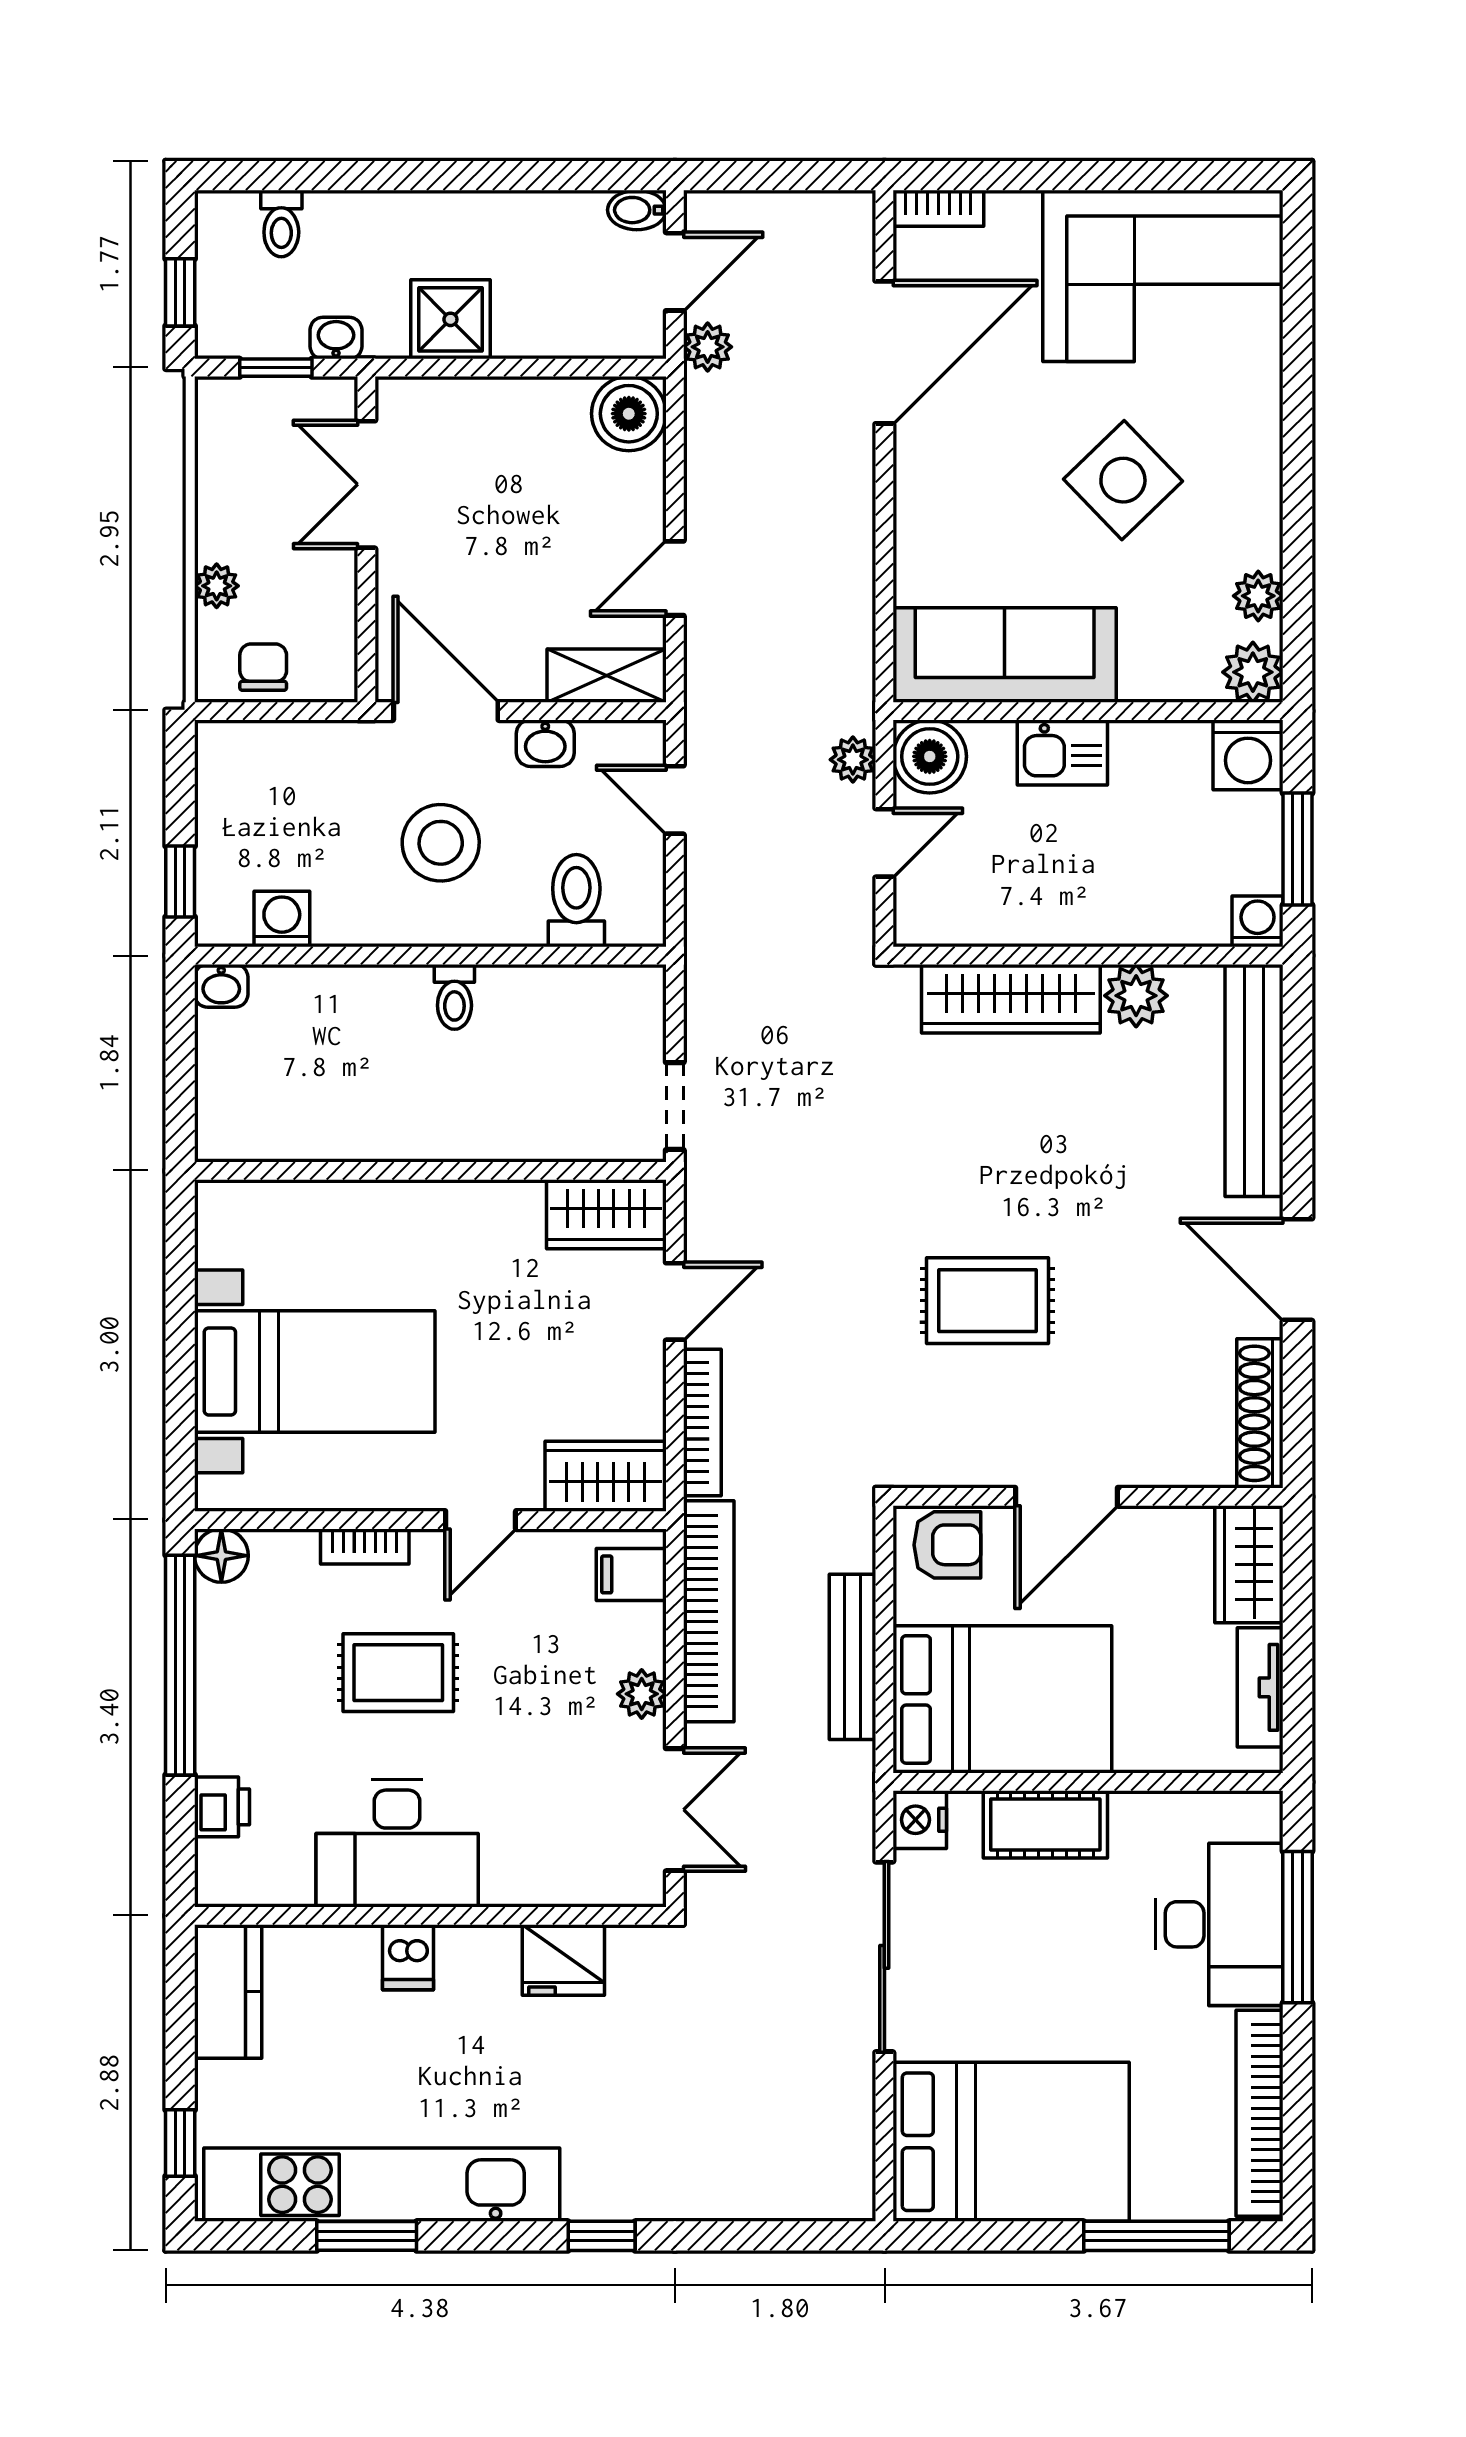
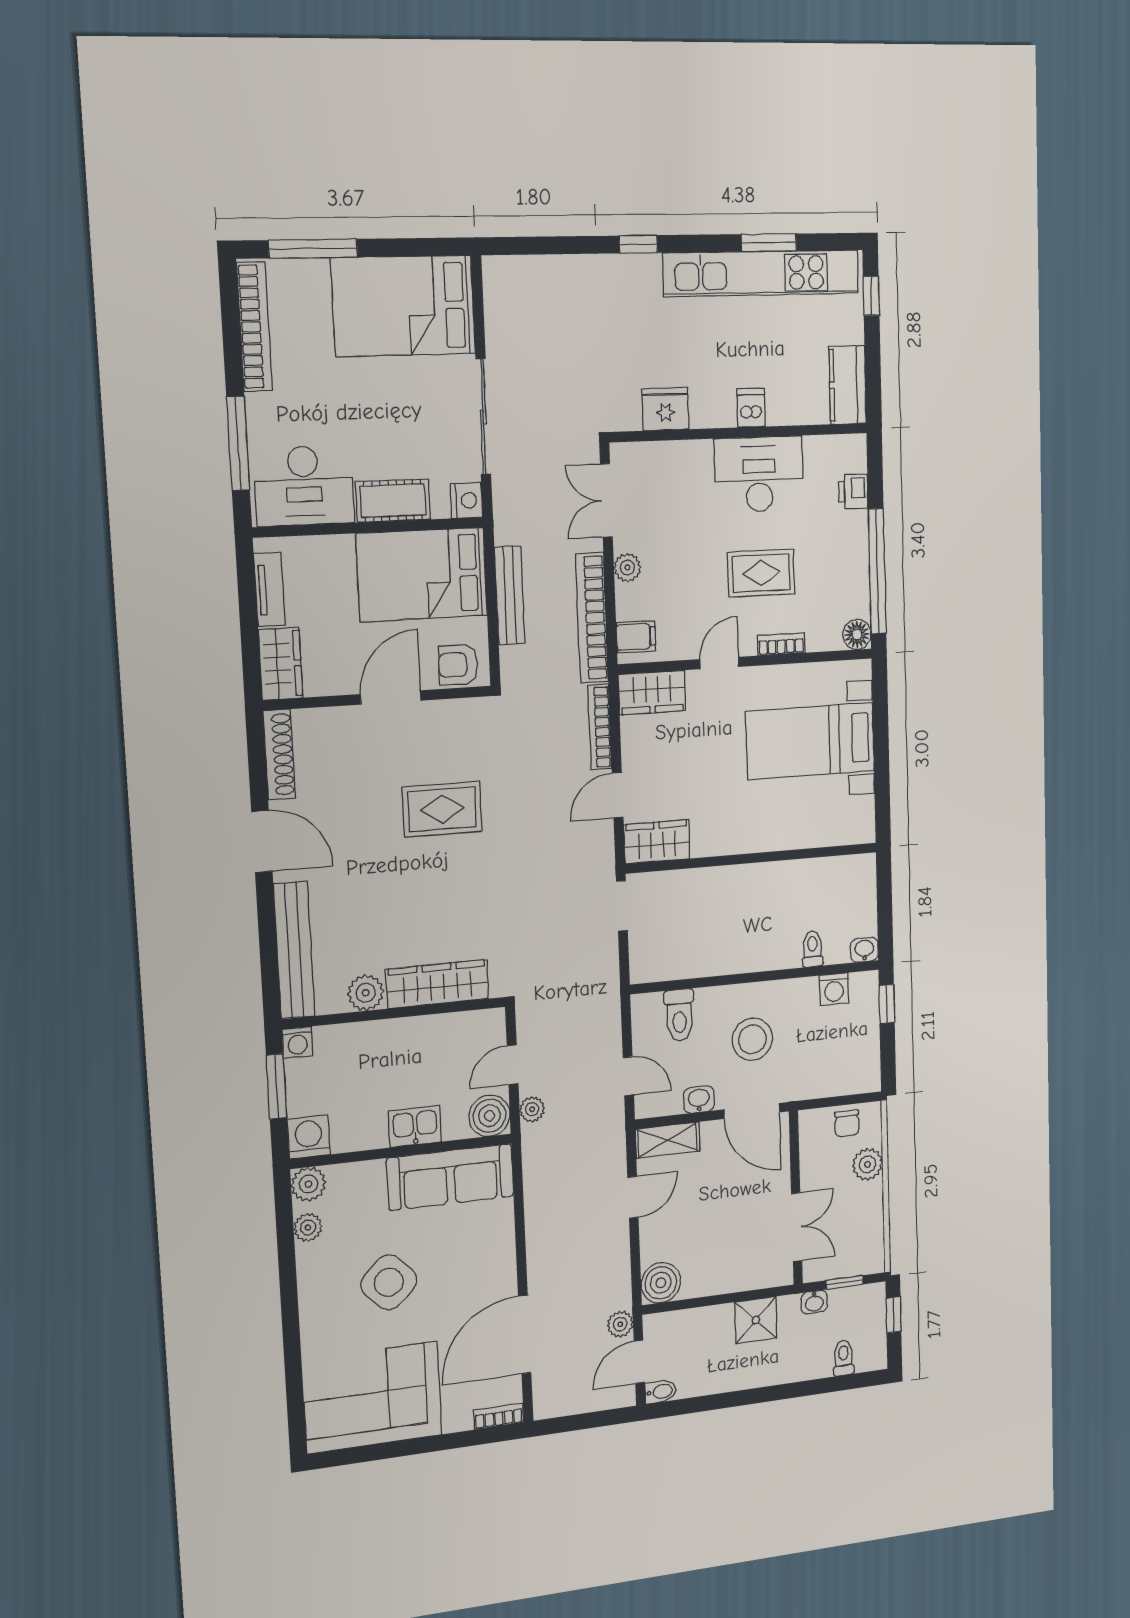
plant: (217, 586) -> (868, 1164), width x1.38, depth x1.38
toilet: (454, 997) -> (812, 949), moved
desk: (1219, 1924) -> (304, 486), moved, turned -90

